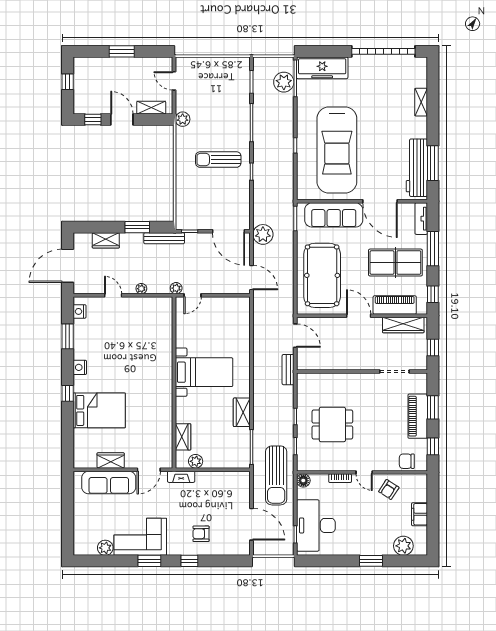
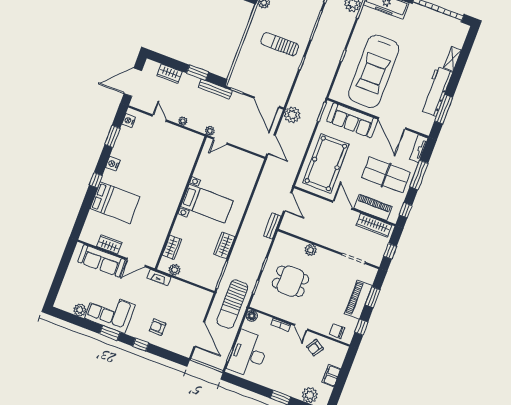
workbench: (417, 168) -> (436, 91), moved
plant: (342, 380) -> (311, 250), added

